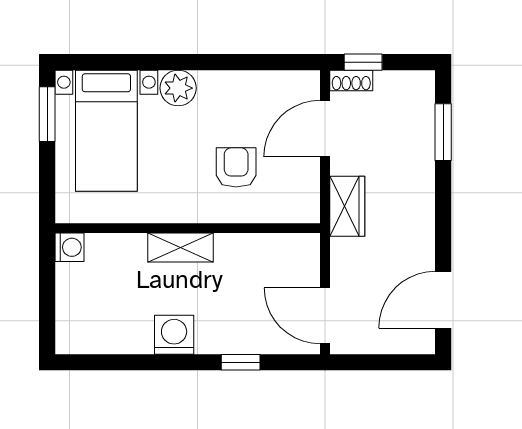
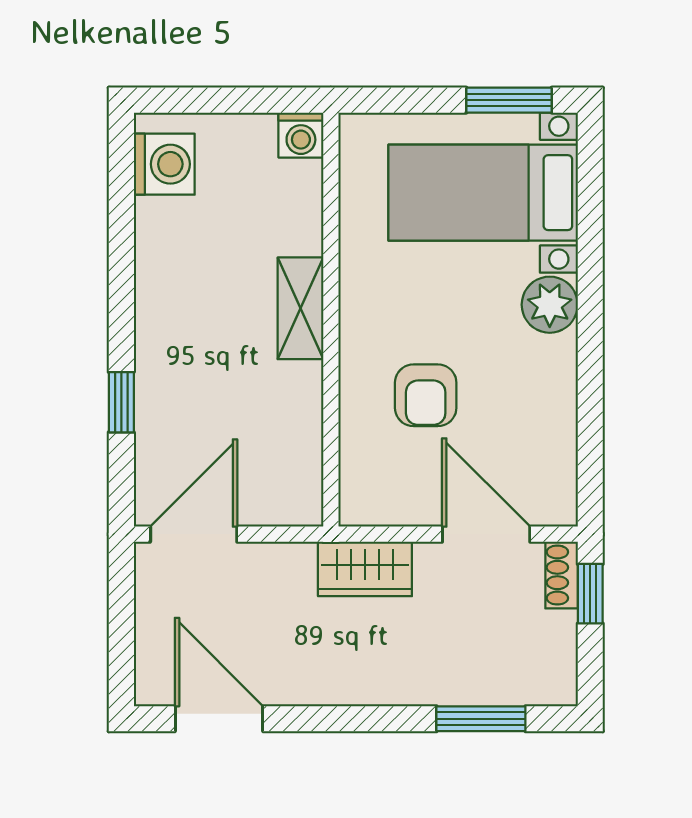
armchair: (236, 167) -> (426, 395), turned 90
washing machine: (174, 335) -> (164, 164), moved

